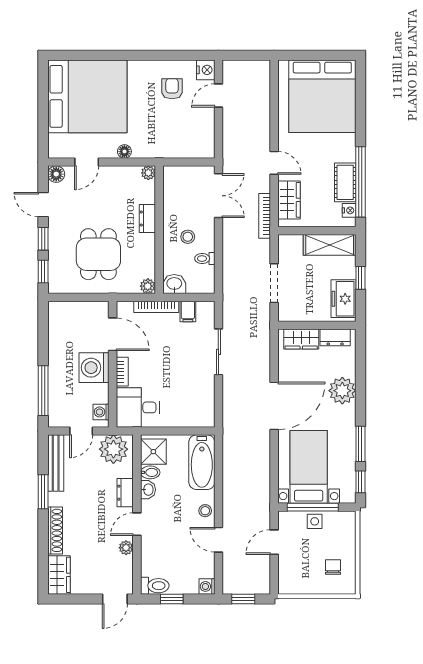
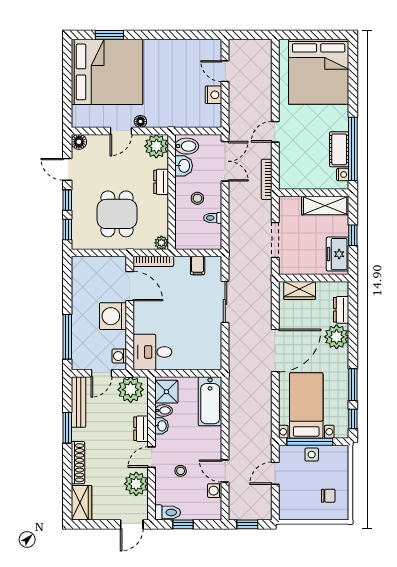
window: (90, 55) -> (109, 35), added
nightstand: (206, 70) -> (214, 95), moved
armchair: (172, 89) -> (183, 65), removed
door: (218, 96) -> (225, 71), hinge flipped
door: (87, 162) -> (121, 131), moved
door: (274, 163) -> (275, 132), swing flipped
plant: (148, 173) -> (156, 146), width x1.87, depth x1.87
bidet: (176, 179) -> (187, 146), added
wardrobe: (289, 200) -> (289, 165), removed
washbasin: (174, 284) -> (184, 166), moved, turned 90
bookcase: (156, 307) -> (153, 261), moved
dresser: (335, 337) -> (341, 310), moved, turned 90
bookcase: (122, 372) -> (138, 320), removed
stool: (205, 511) -> (181, 471), moved
plant: (126, 548) -> (136, 484), width x1.88, depth x1.88
chair: (333, 567) -> (328, 496), turned 90
washing machine: (207, 586) -> (215, 491), moved

